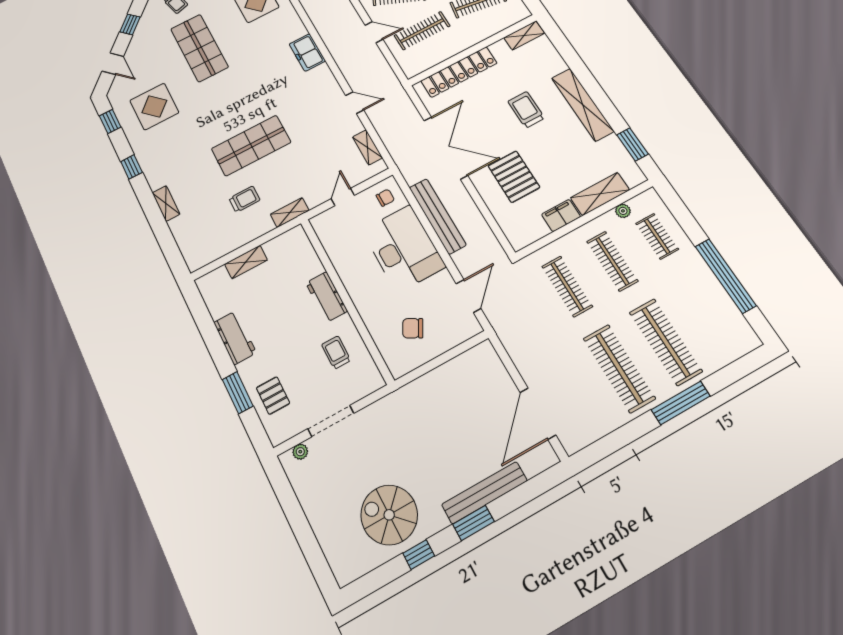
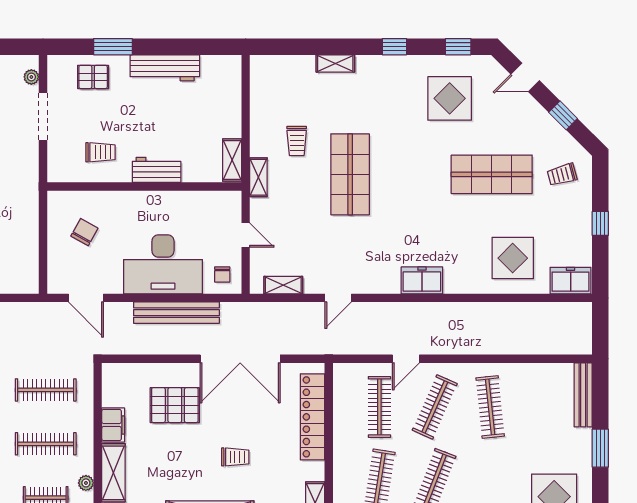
trolley: (526, 110) -> (235, 457), width x0.73, depth x0.72
shelving: (246, 262) -> (232, 160), moved
workbench: (235, 338) -> (165, 68), width x1.37

